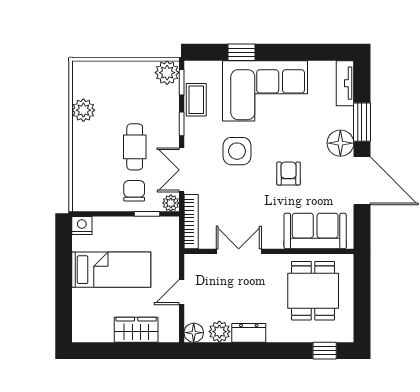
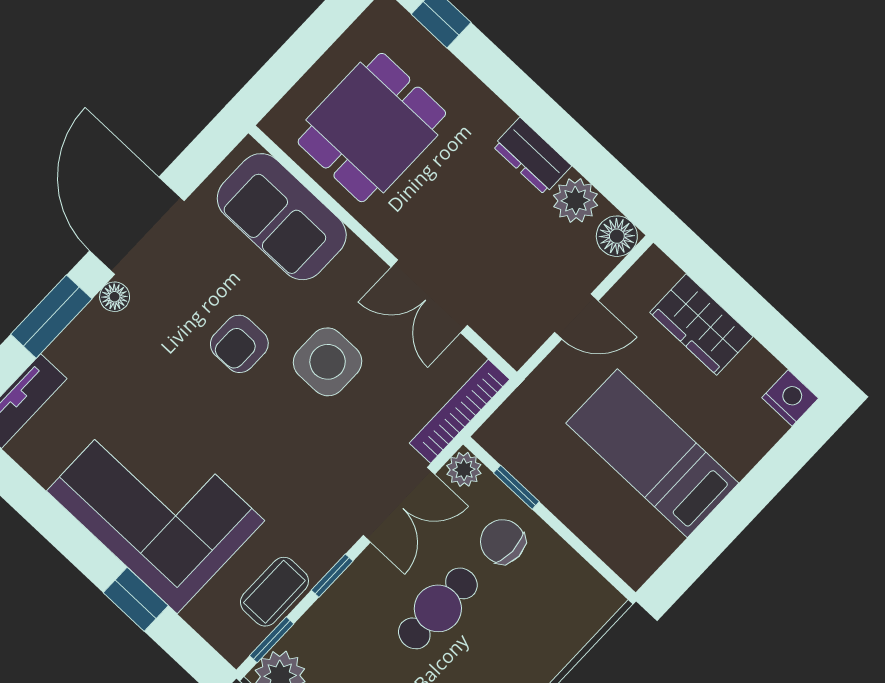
floor lamp: (340, 143) -> (115, 297), width x0.53, depth x0.53
side table: (237, 151) -> (328, 362), moved
chair: (134, 191) -> (503, 542), turned 90
nightstand: (82, 226) -> (790, 398), moved, turned 180

